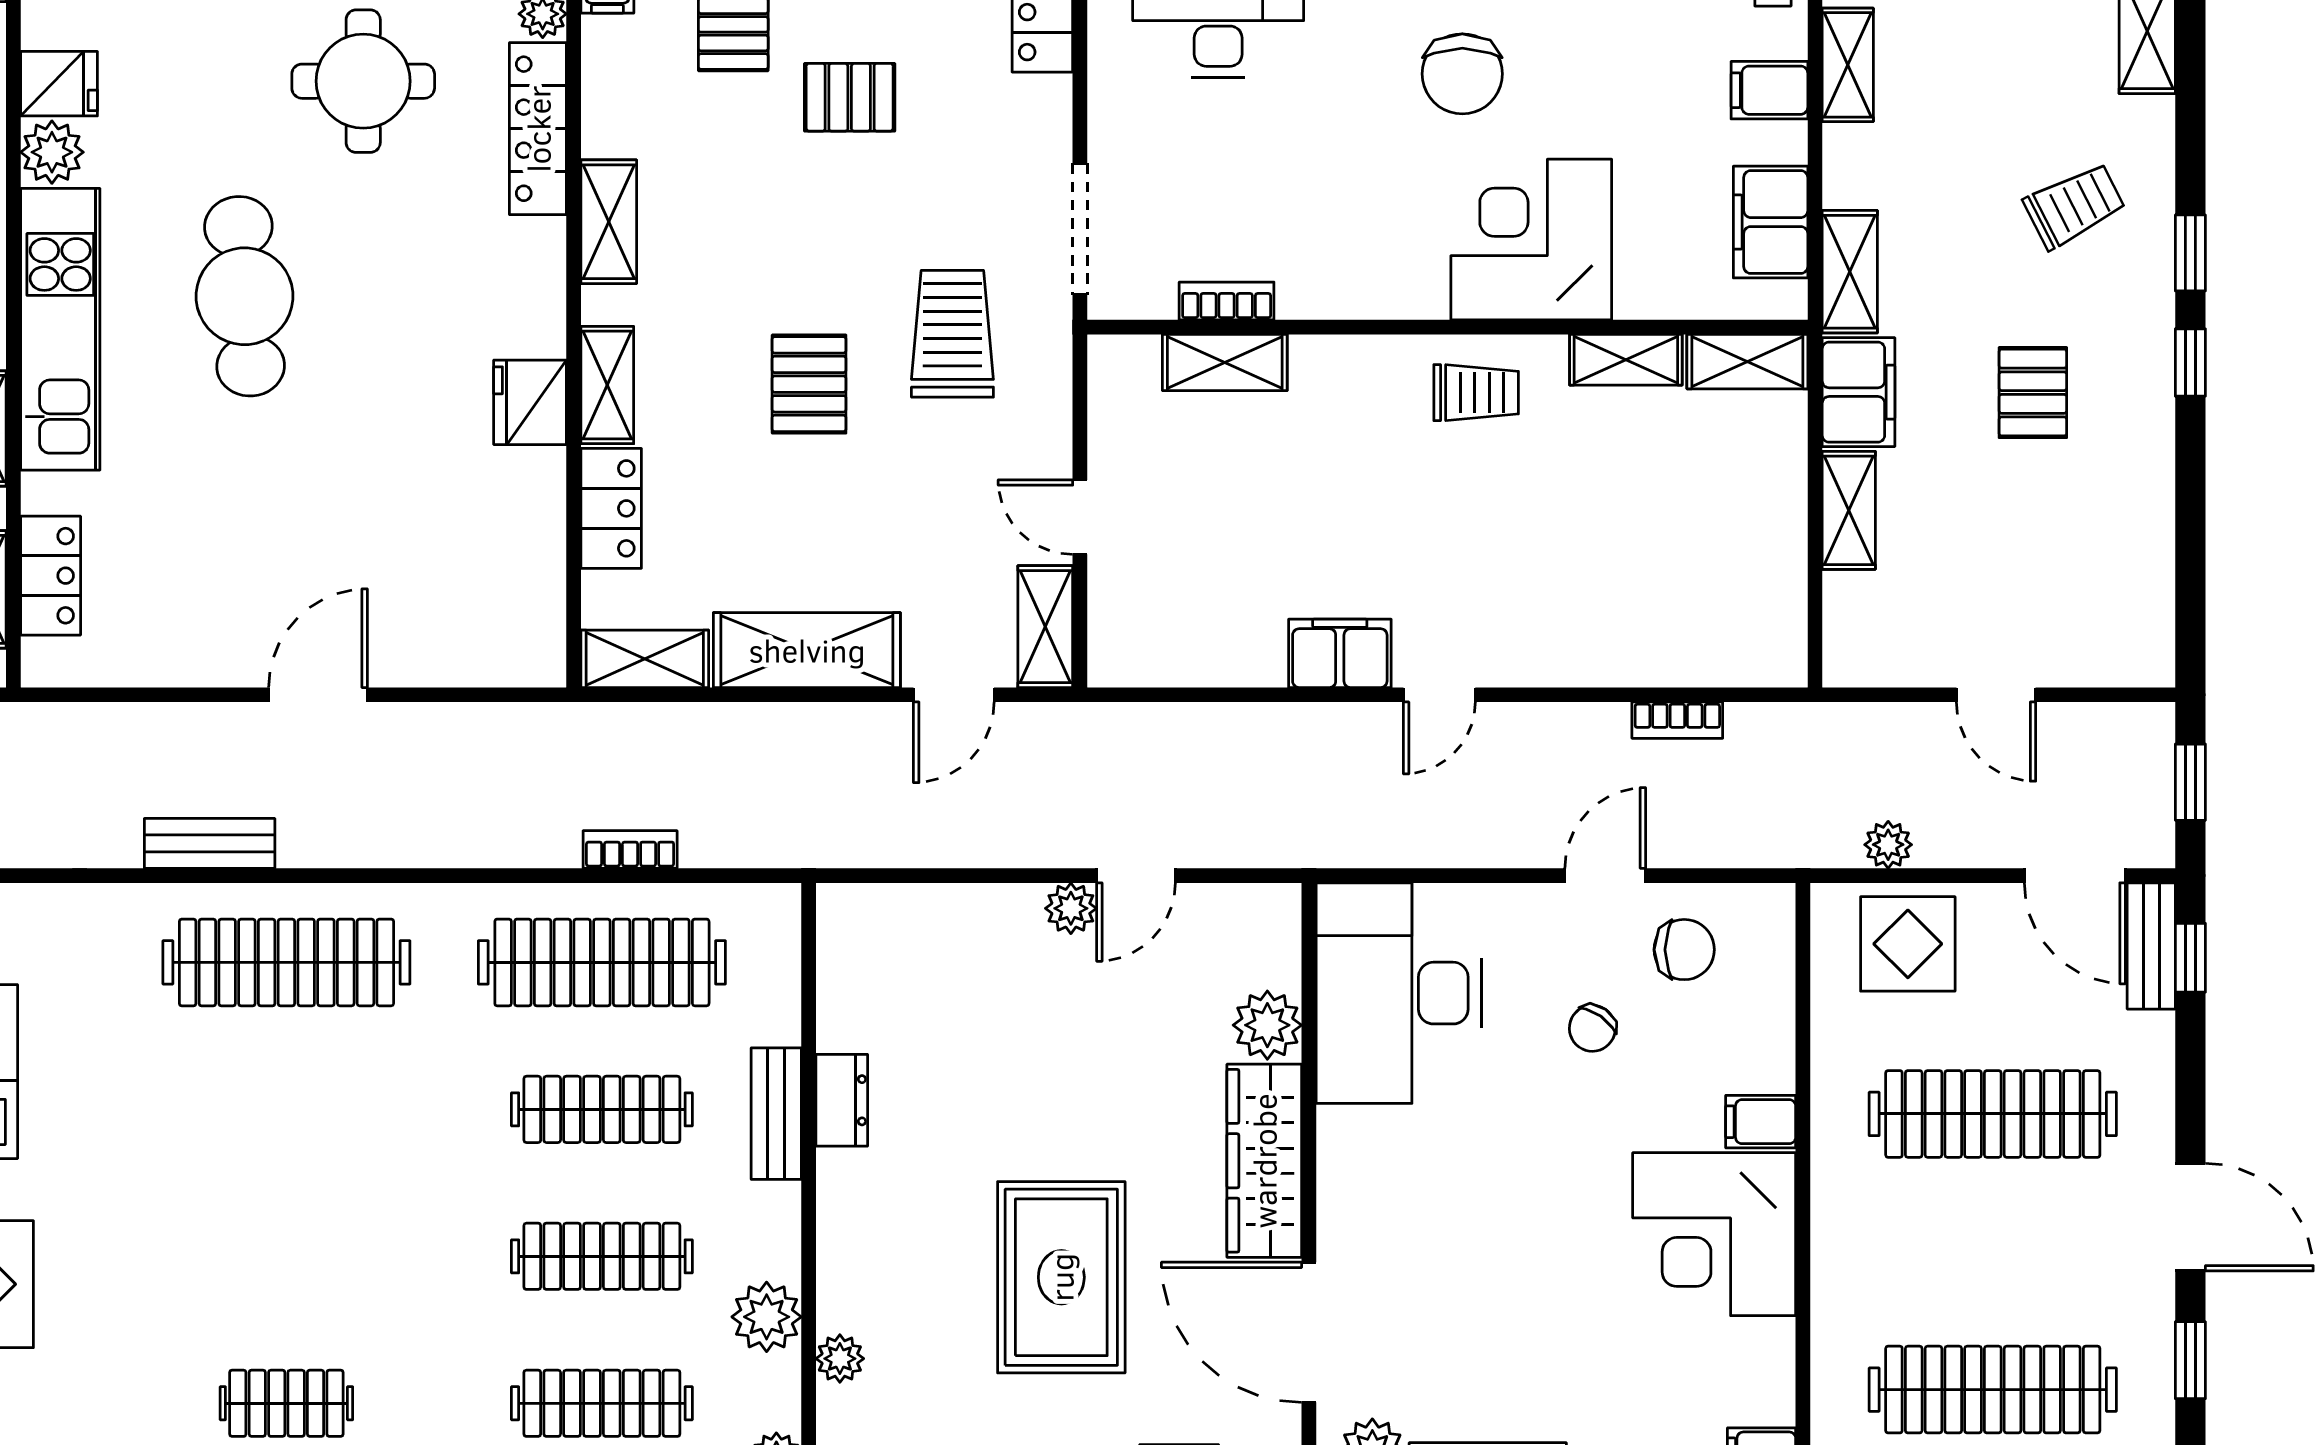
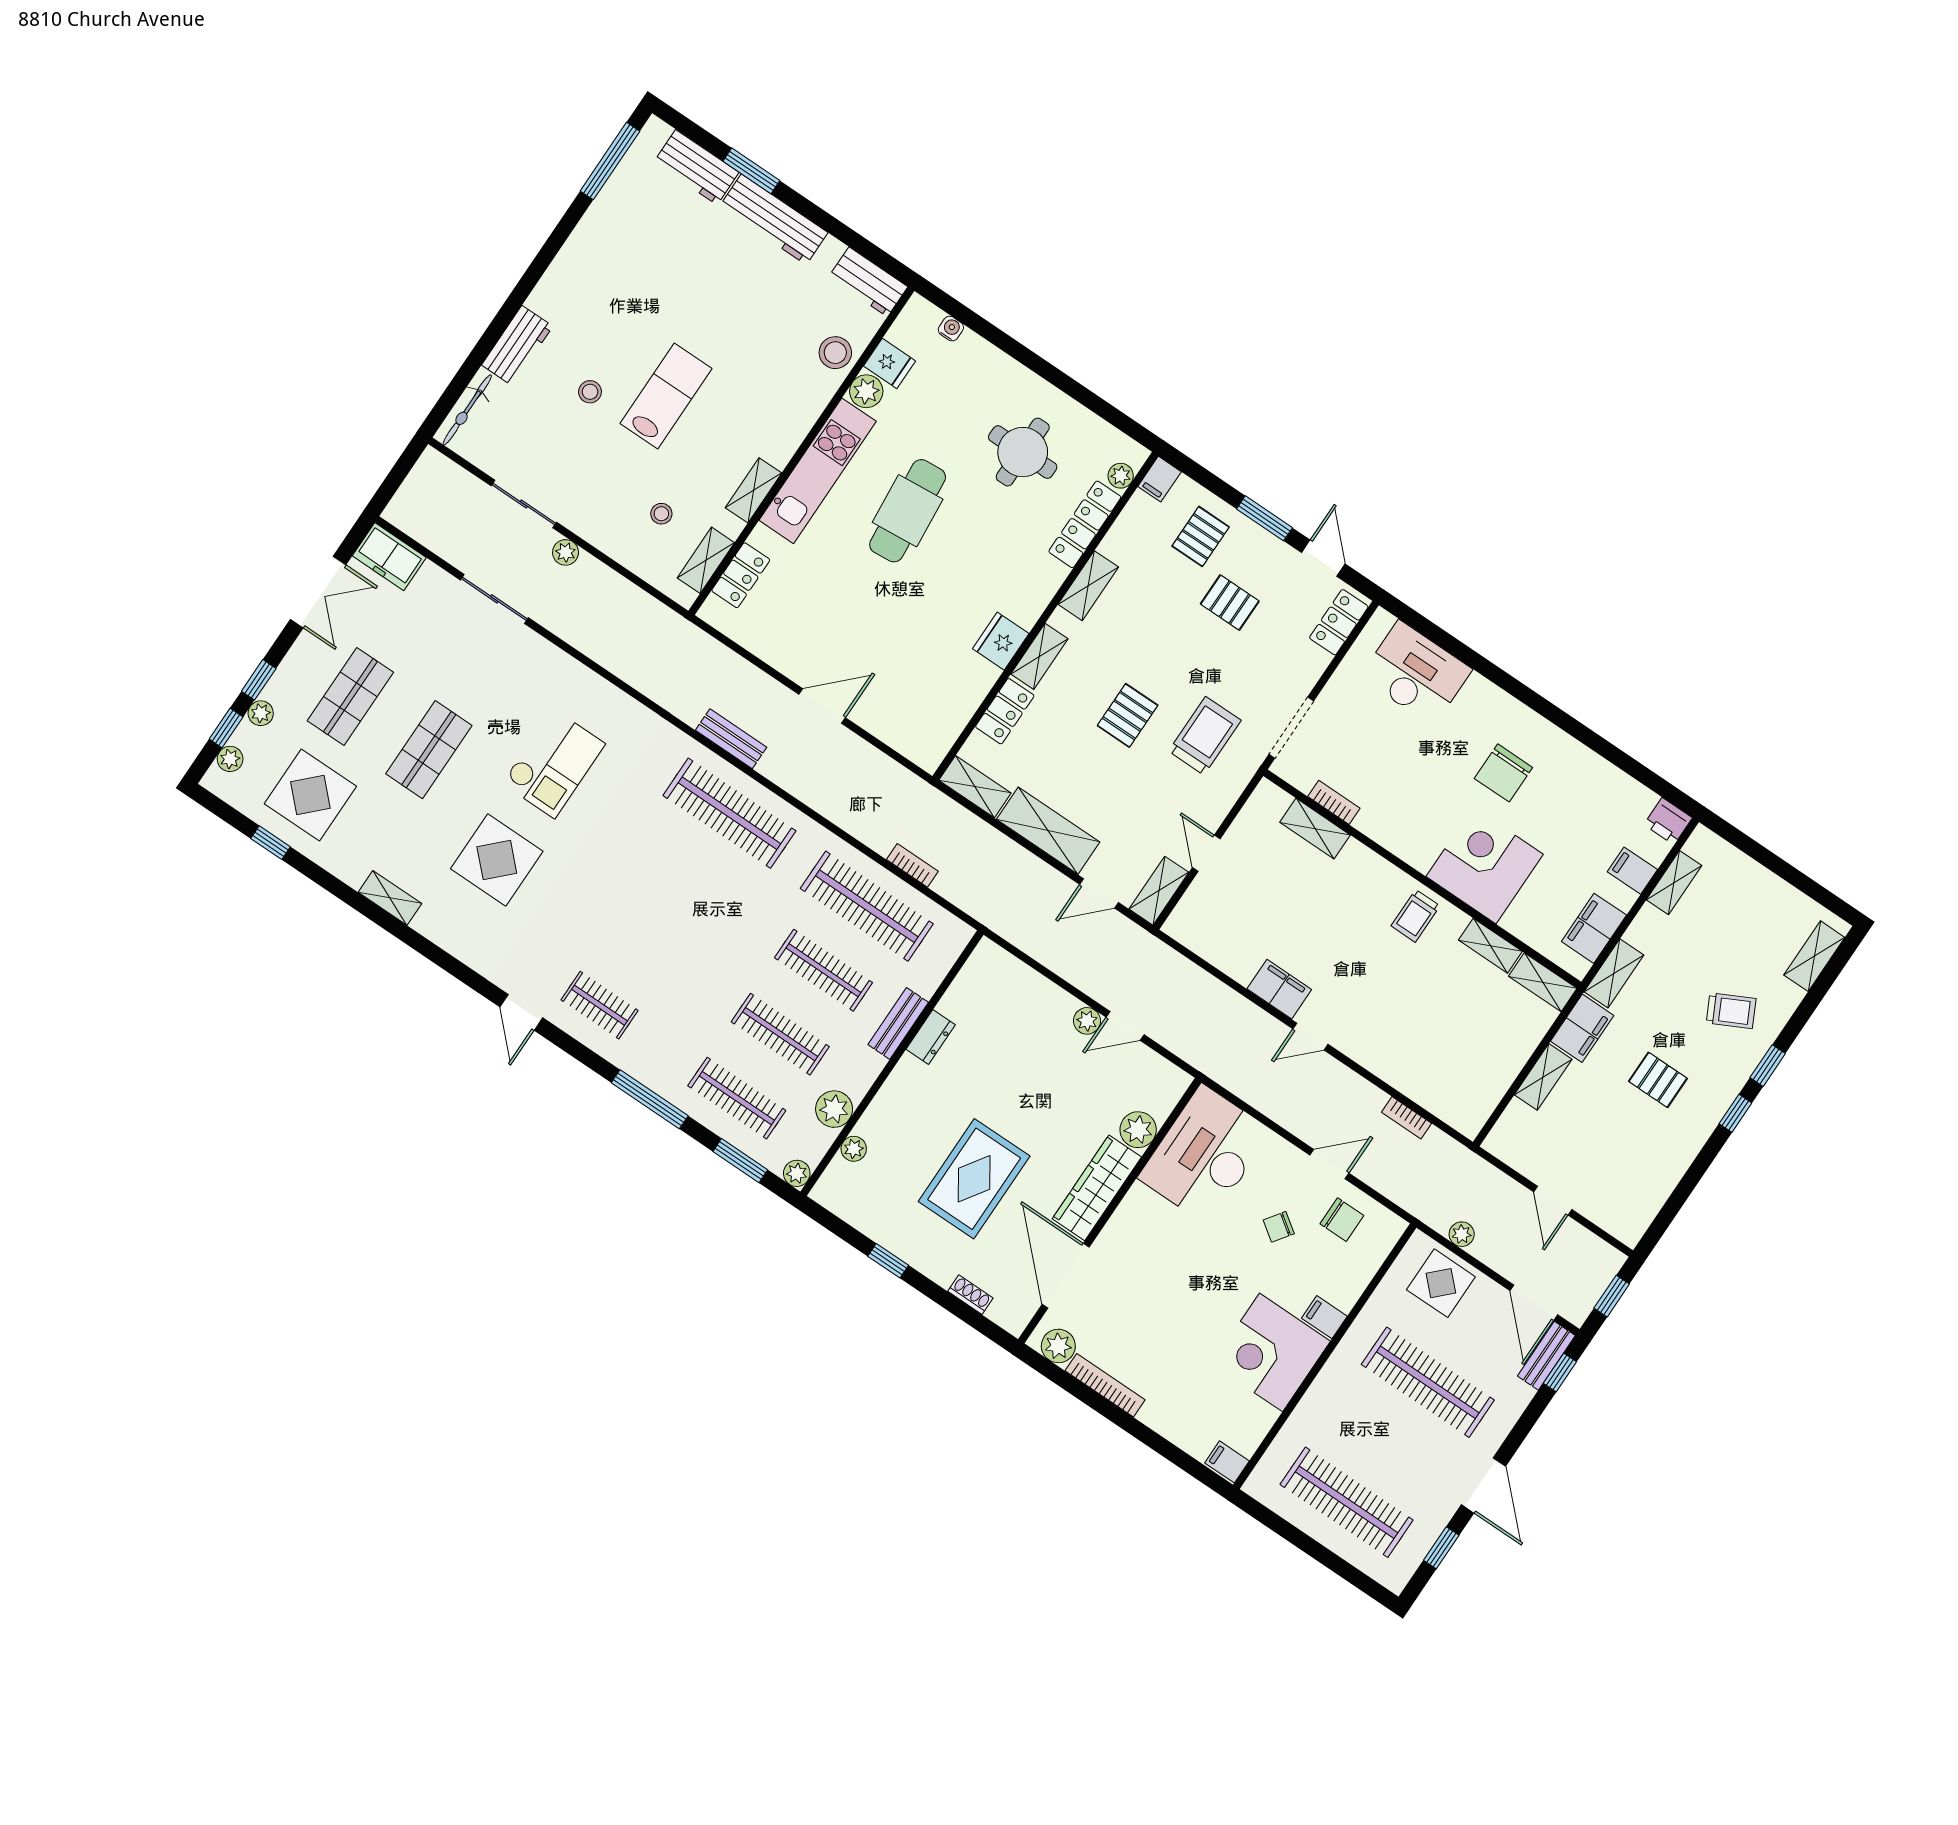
trolley: (1476, 393) -> (1415, 916), turned 90
pallet: (2033, 393) -> (1658, 1080), turned 90

